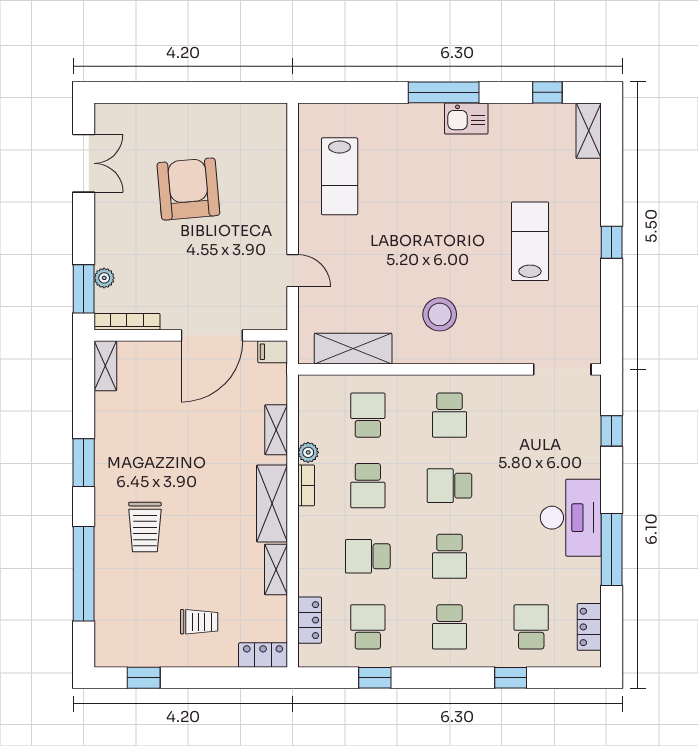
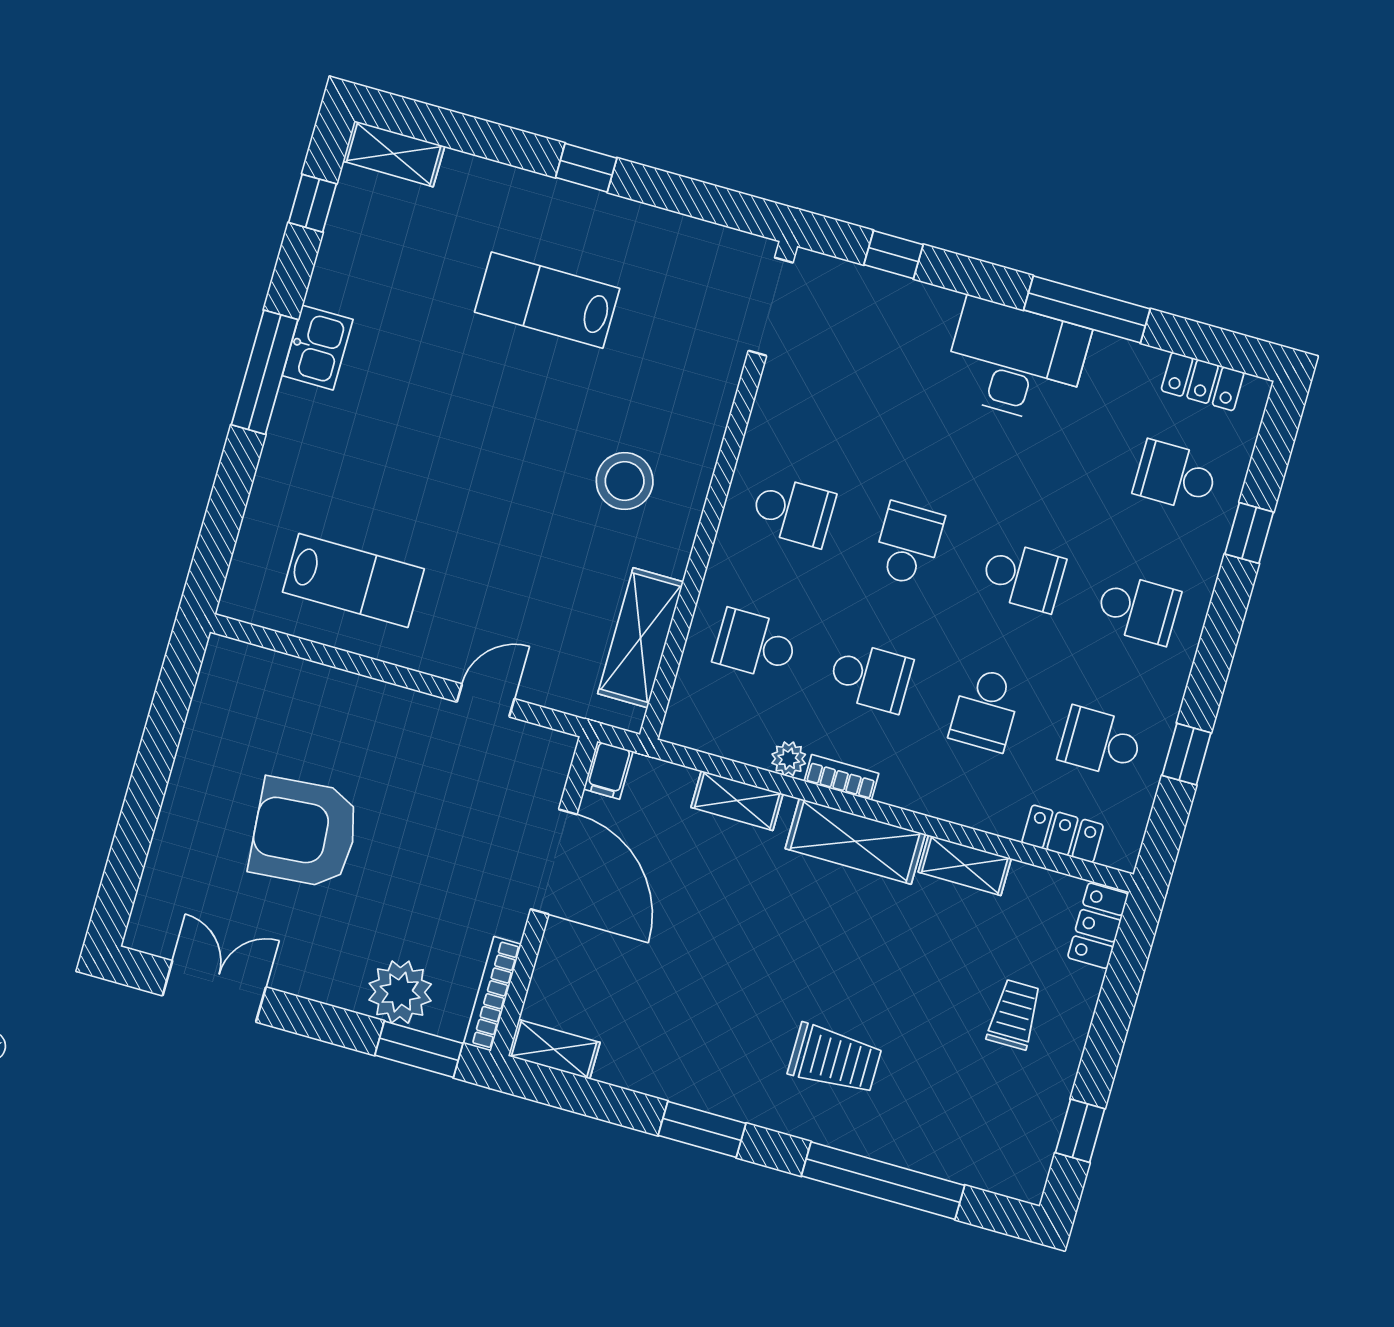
plant: (104, 278) -> (400, 992), width x1.88, depth x1.88
school desk: (450, 486) -> (908, 544), turned 180

